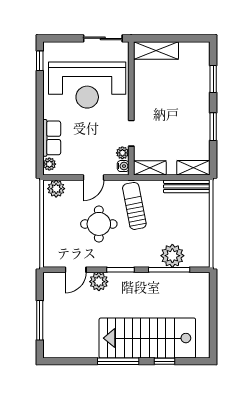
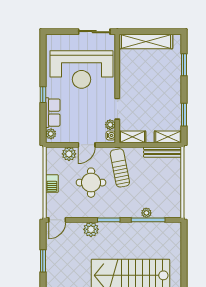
shelving: (156, 51) -> (146, 42), width x1.47
window: (40, 61) -> (43, 95), moved
window: (213, 127) -> (184, 115), moved
plant: (56, 189) -> (69, 154), moved
barbecue: (51, 225) -> (52, 184), added
plant: (172, 256) -> (146, 213), width x0.53, depth x0.53
door: (76, 270) -> (57, 220), moved
window: (40, 320) -> (43, 261), width x0.69

